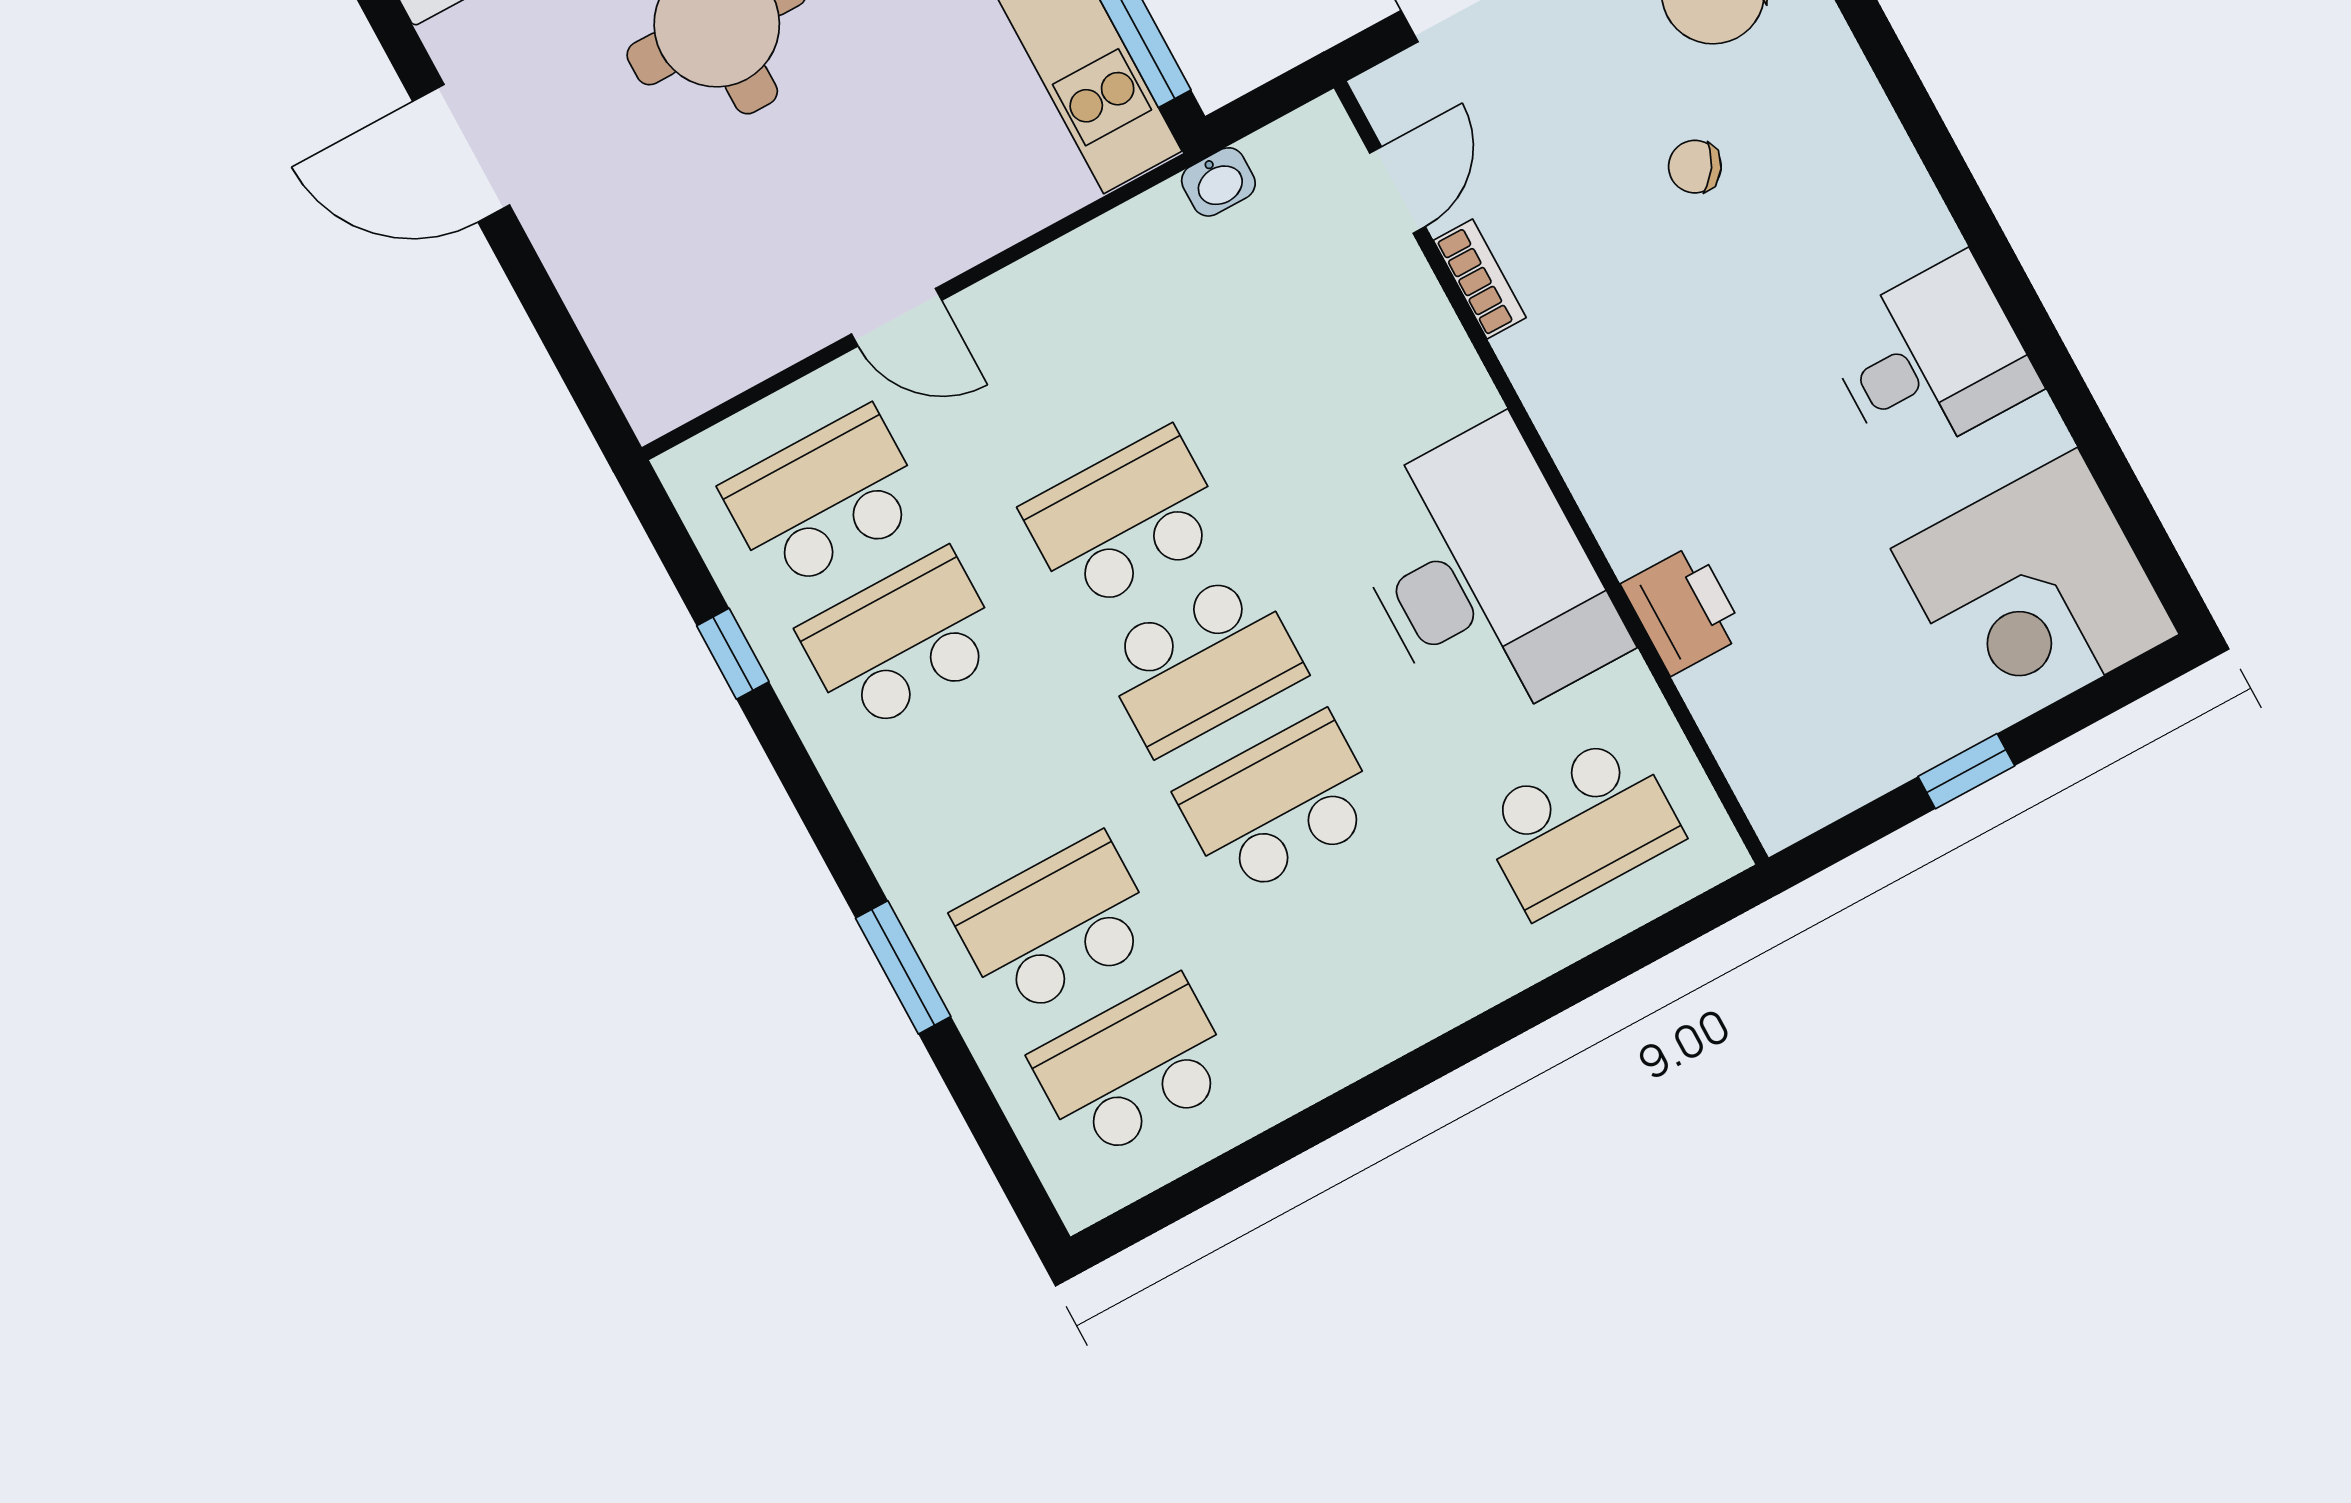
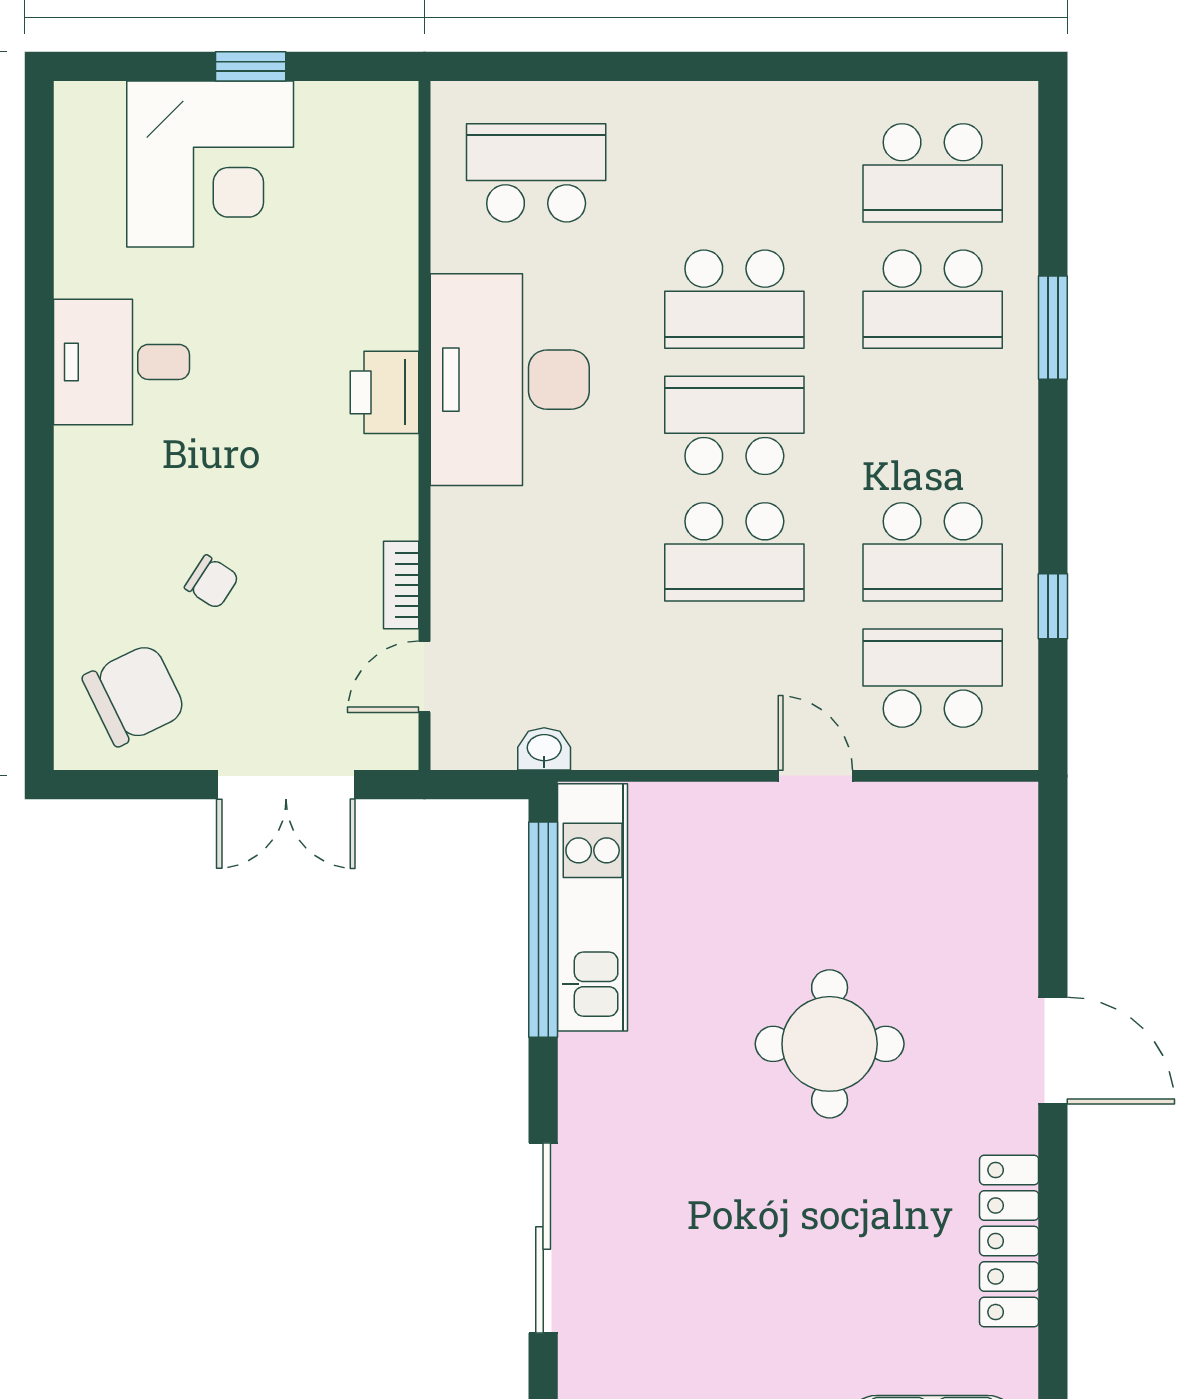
school desk: (824, 499) -> (933, 678), turned 180
corner desk: (2035, 592) -> (210, 164), moved, turned 90
printer: (1683, 610) -> (385, 392), moved

